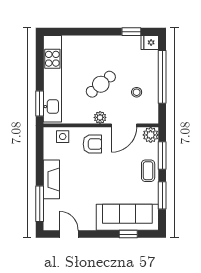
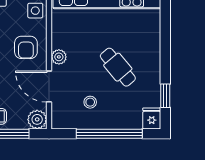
cafe table: (101, 84) -> (118, 67), moved

